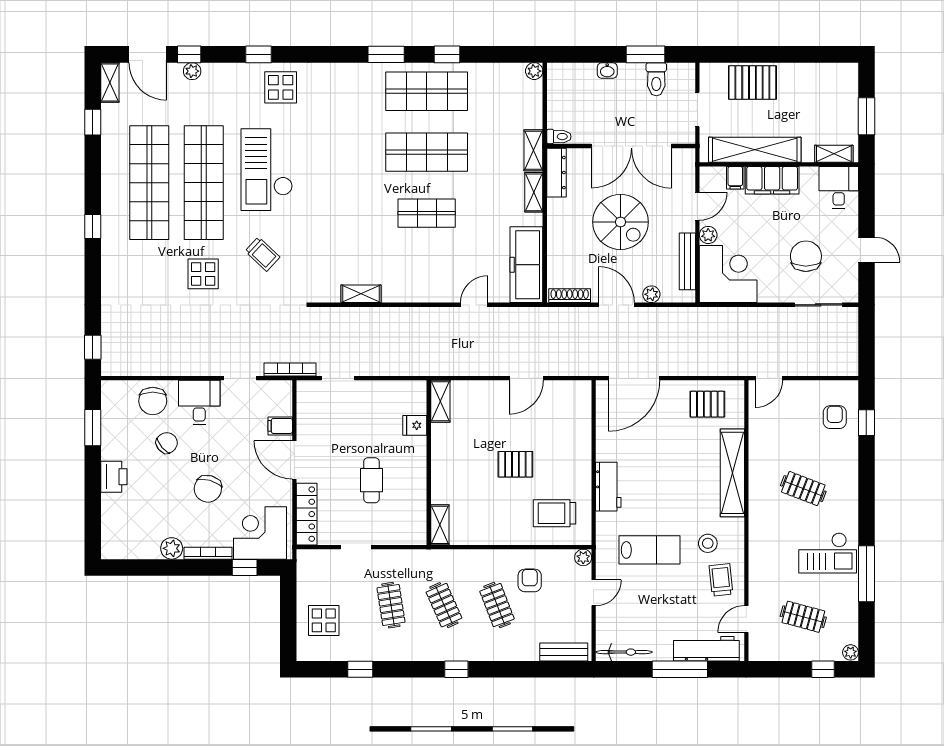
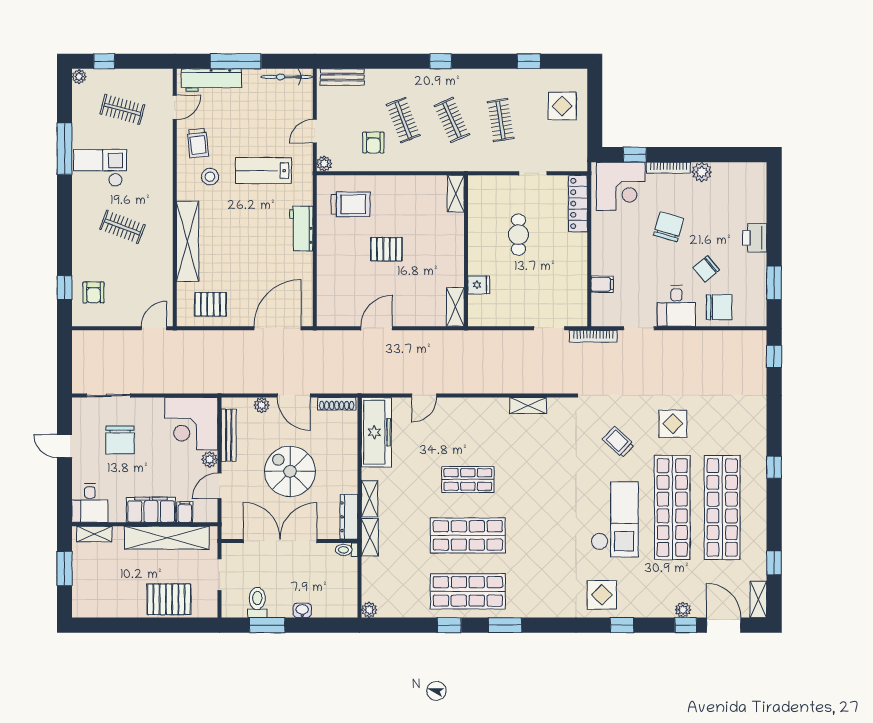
chair: (153, 401) -> (719, 307), turned 90
door: (294, 460) -> (589, 253), removed

